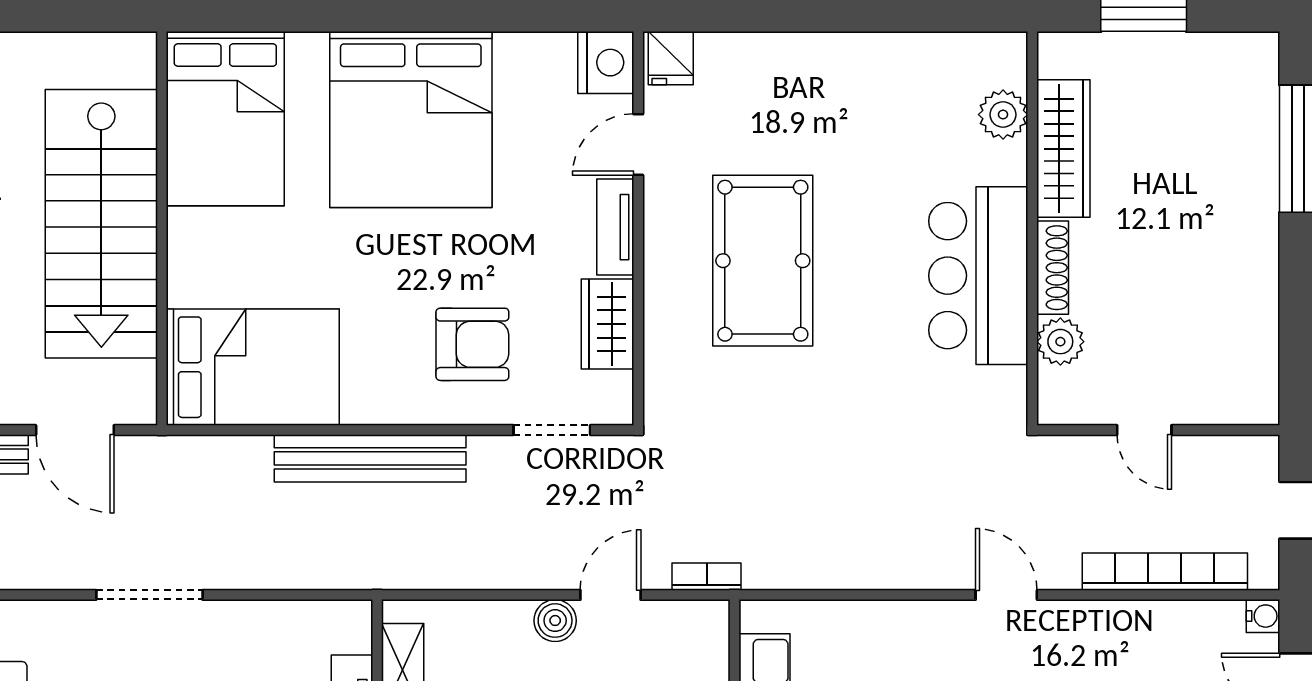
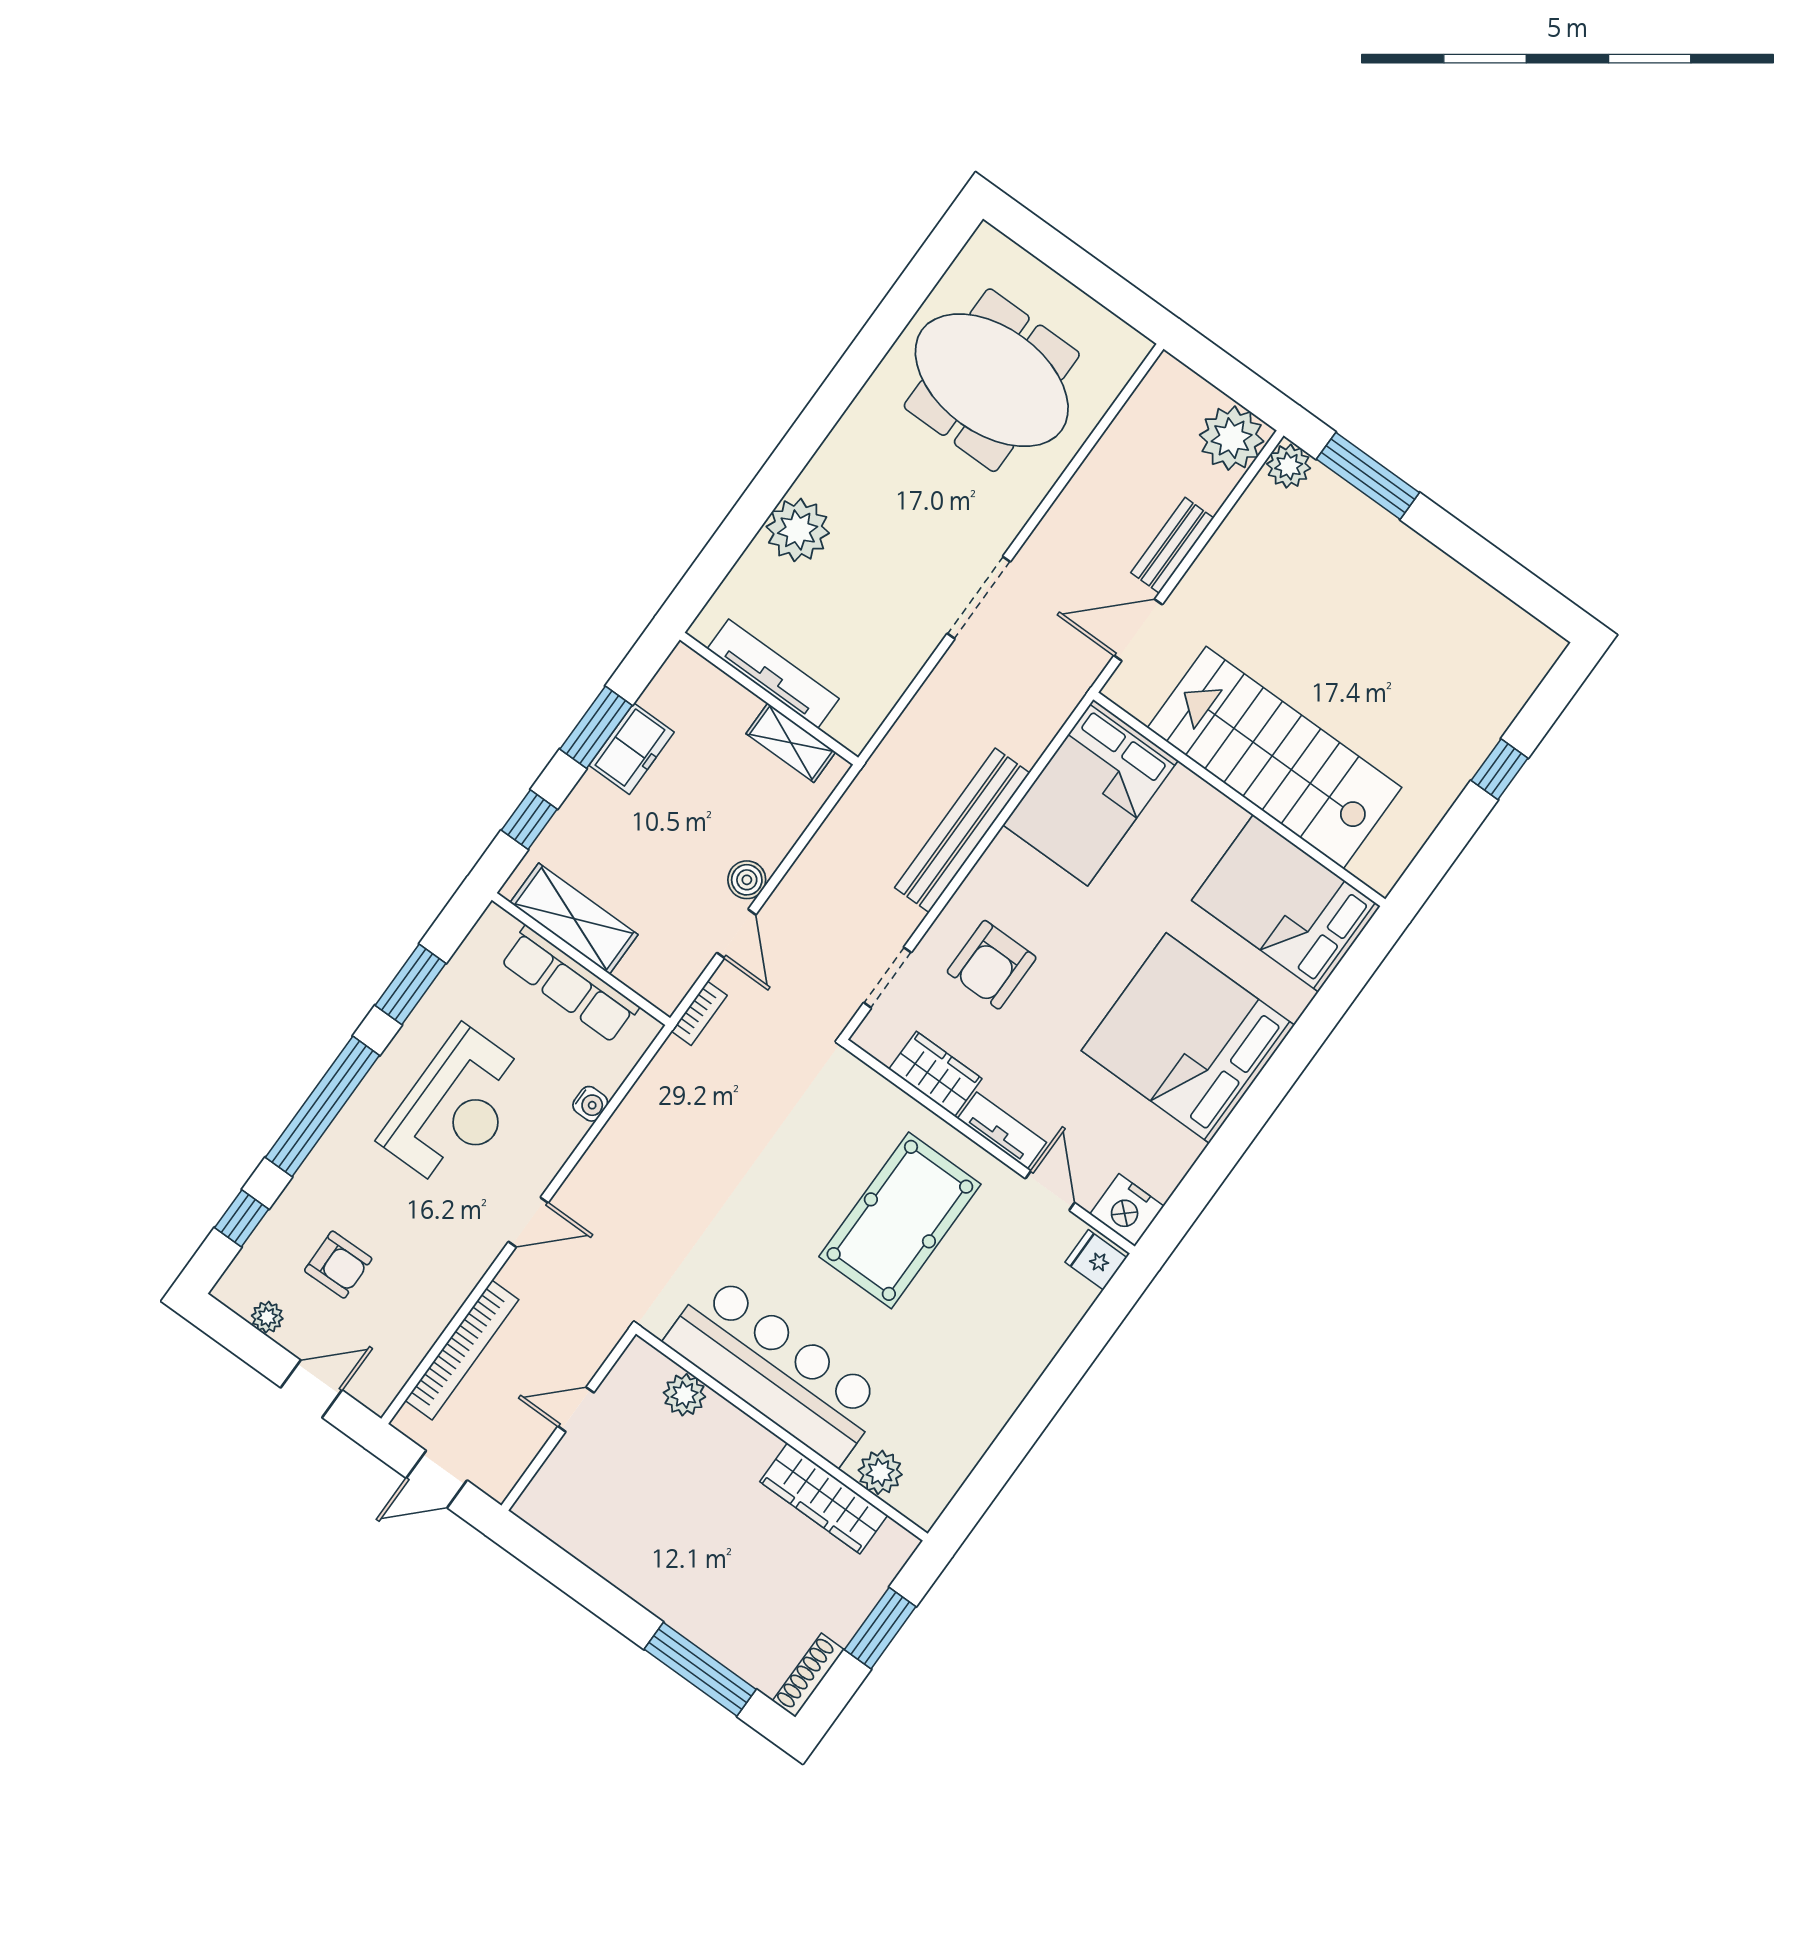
pool table: (763, 261) -> (900, 1220), turned 90
shoe rack: (1053, 268) -> (808, 1675), moved, turned 90
bar counter: (978, 276) -> (776, 1370), width x1.36
water cooler: (1263, 616) -> (590, 1104), moved, turned -90

